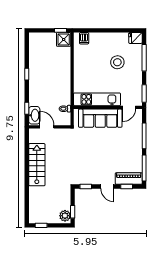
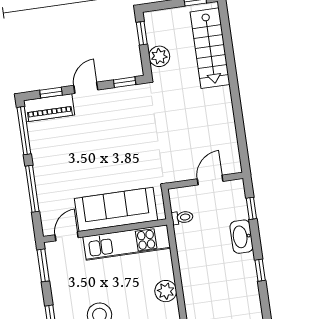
plant: (80, 70) -> (166, 291), added
washbasin: (34, 115) -> (242, 237), moved
door: (47, 127) -> (210, 180), swing flipped
stairs: (37, 165) -> (210, 48), moved
door: (107, 187) -> (86, 88), hinge flipped
plant: (65, 216) -> (159, 56), moved

